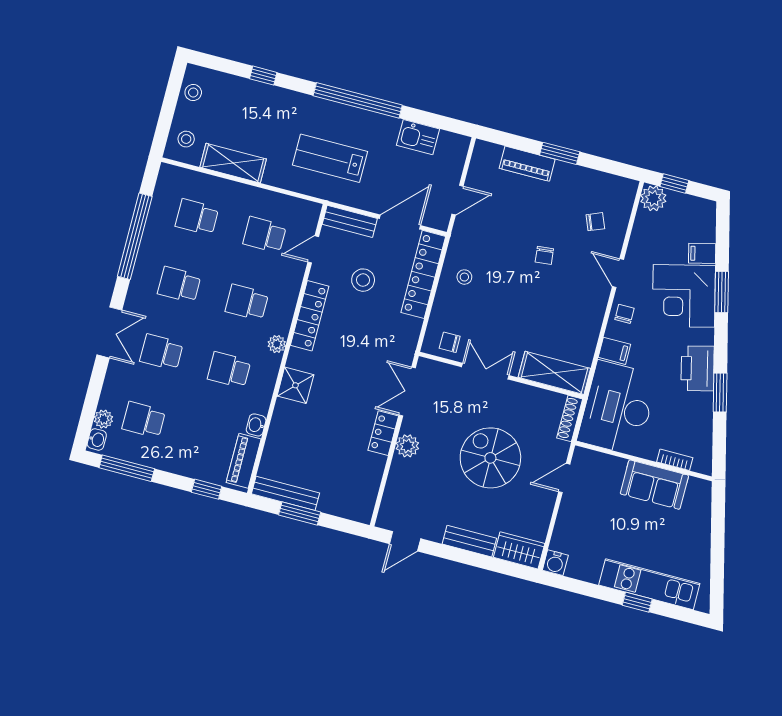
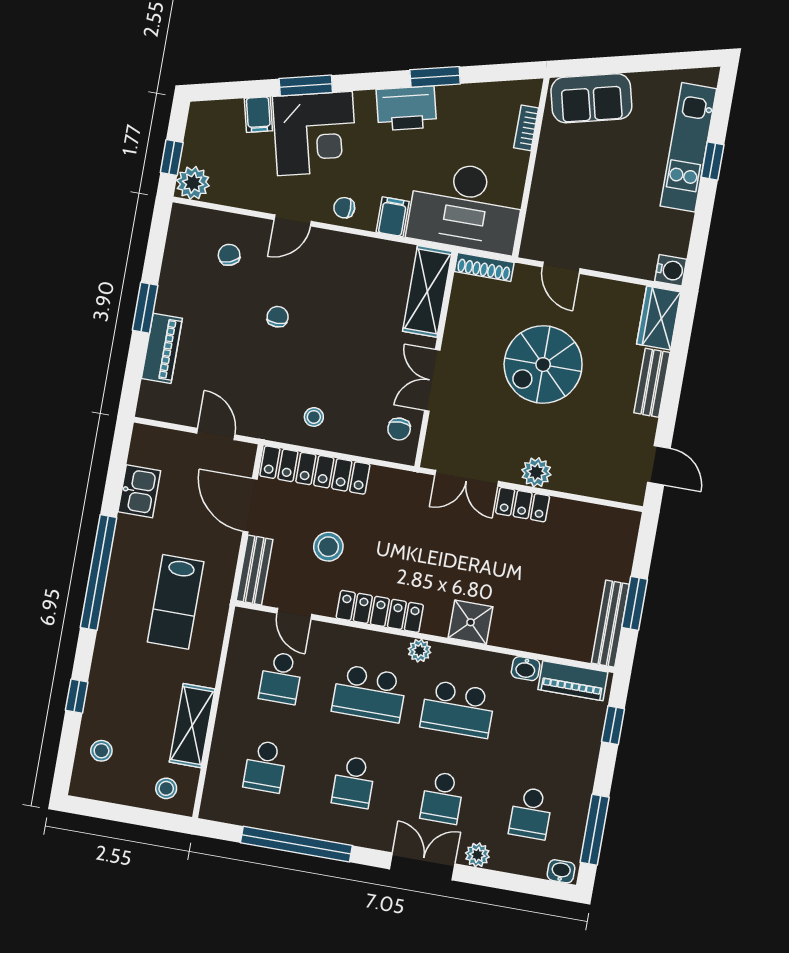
stool: (193, 93) -> (101, 751), moved
chair: (544, 255) -> (278, 317), turned -84
school desk: (247, 302) -> (369, 693), width x1.85
school desk: (229, 370) -> (458, 709), width x1.85
plant: (103, 419) -> (477, 855), moved
sofa: (654, 485) -> (591, 98), moved, turned 76

